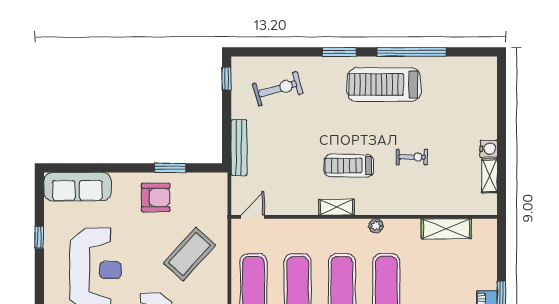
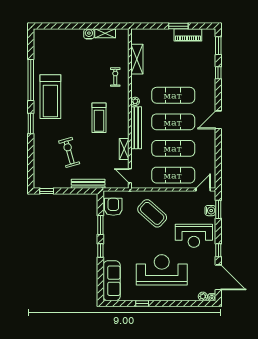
exercise bike: (278, 89) -> (69, 152), moved
exercise bike: (412, 157) -> (115, 77), moved
window: (128, 168) -> (100, 250), added
armchair: (156, 197) -> (113, 207), moved
shelving: (336, 207) -> (124, 149), moved
bench: (332, 228) -> (136, 128), added

